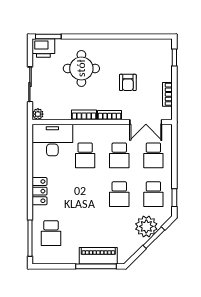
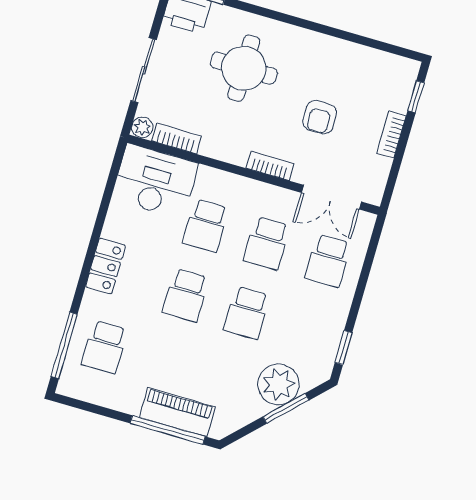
bookcase: (167, 94) -> (391, 134), moved
bookcase: (84, 115) -> (177, 139), moved
school desk: (153, 194) -> (186, 295), moved

